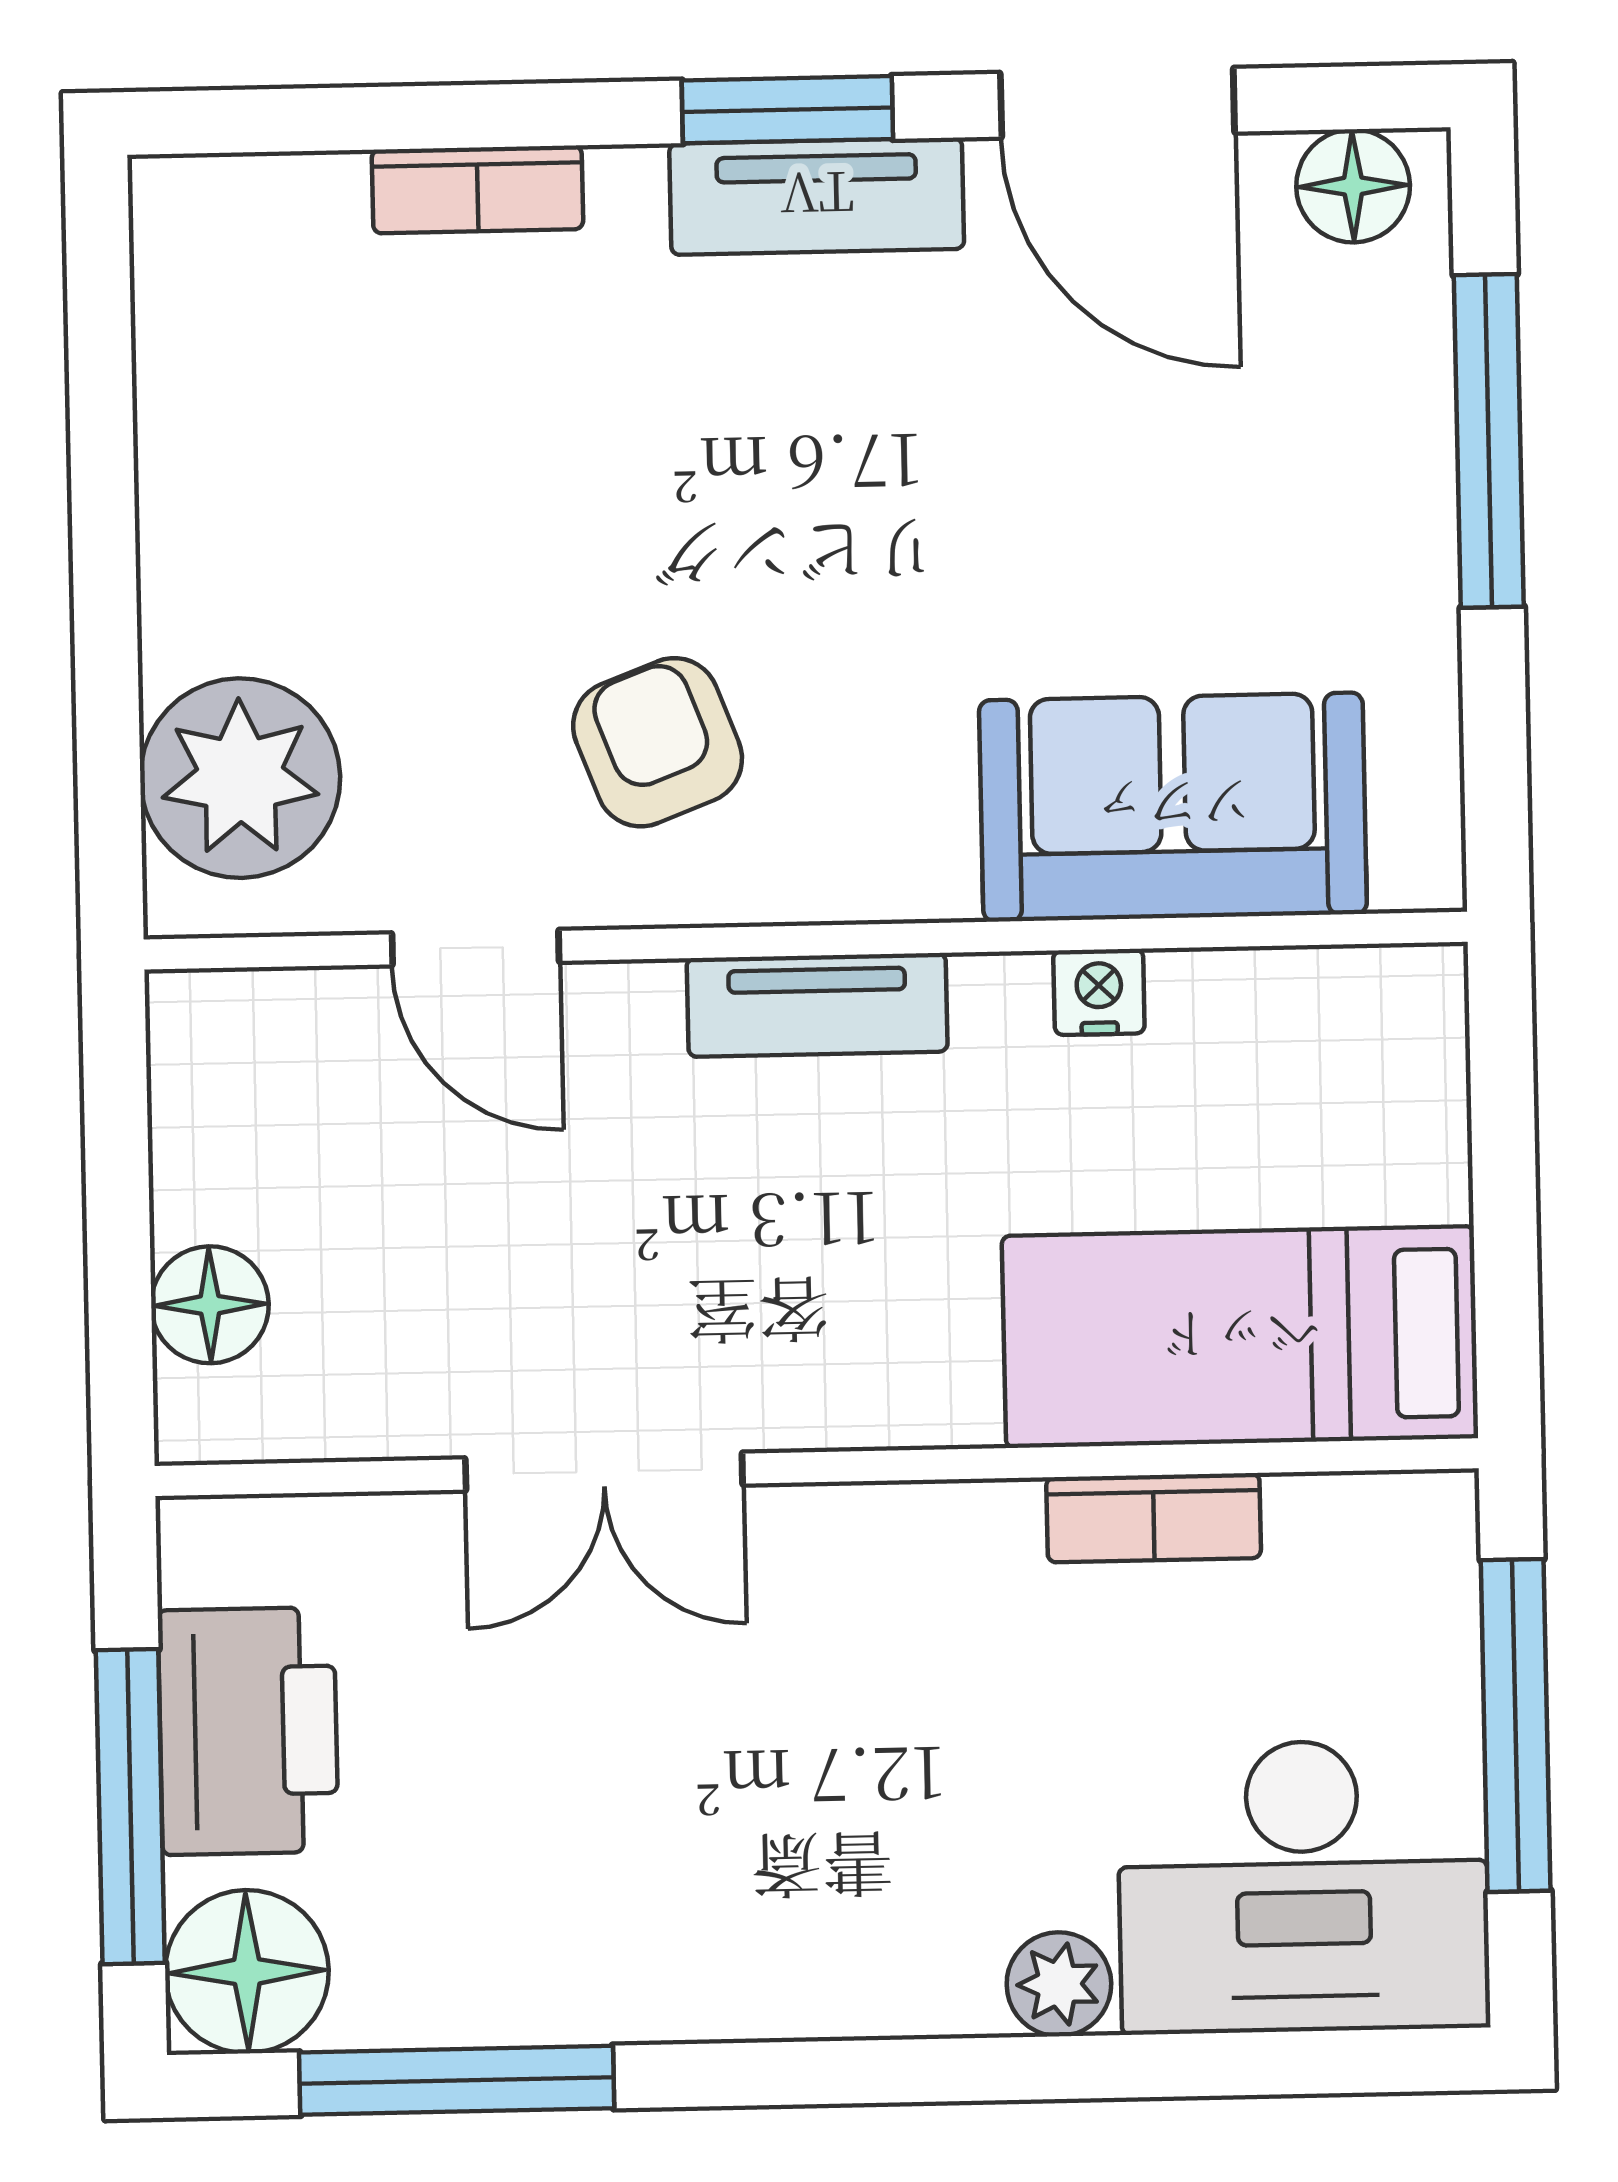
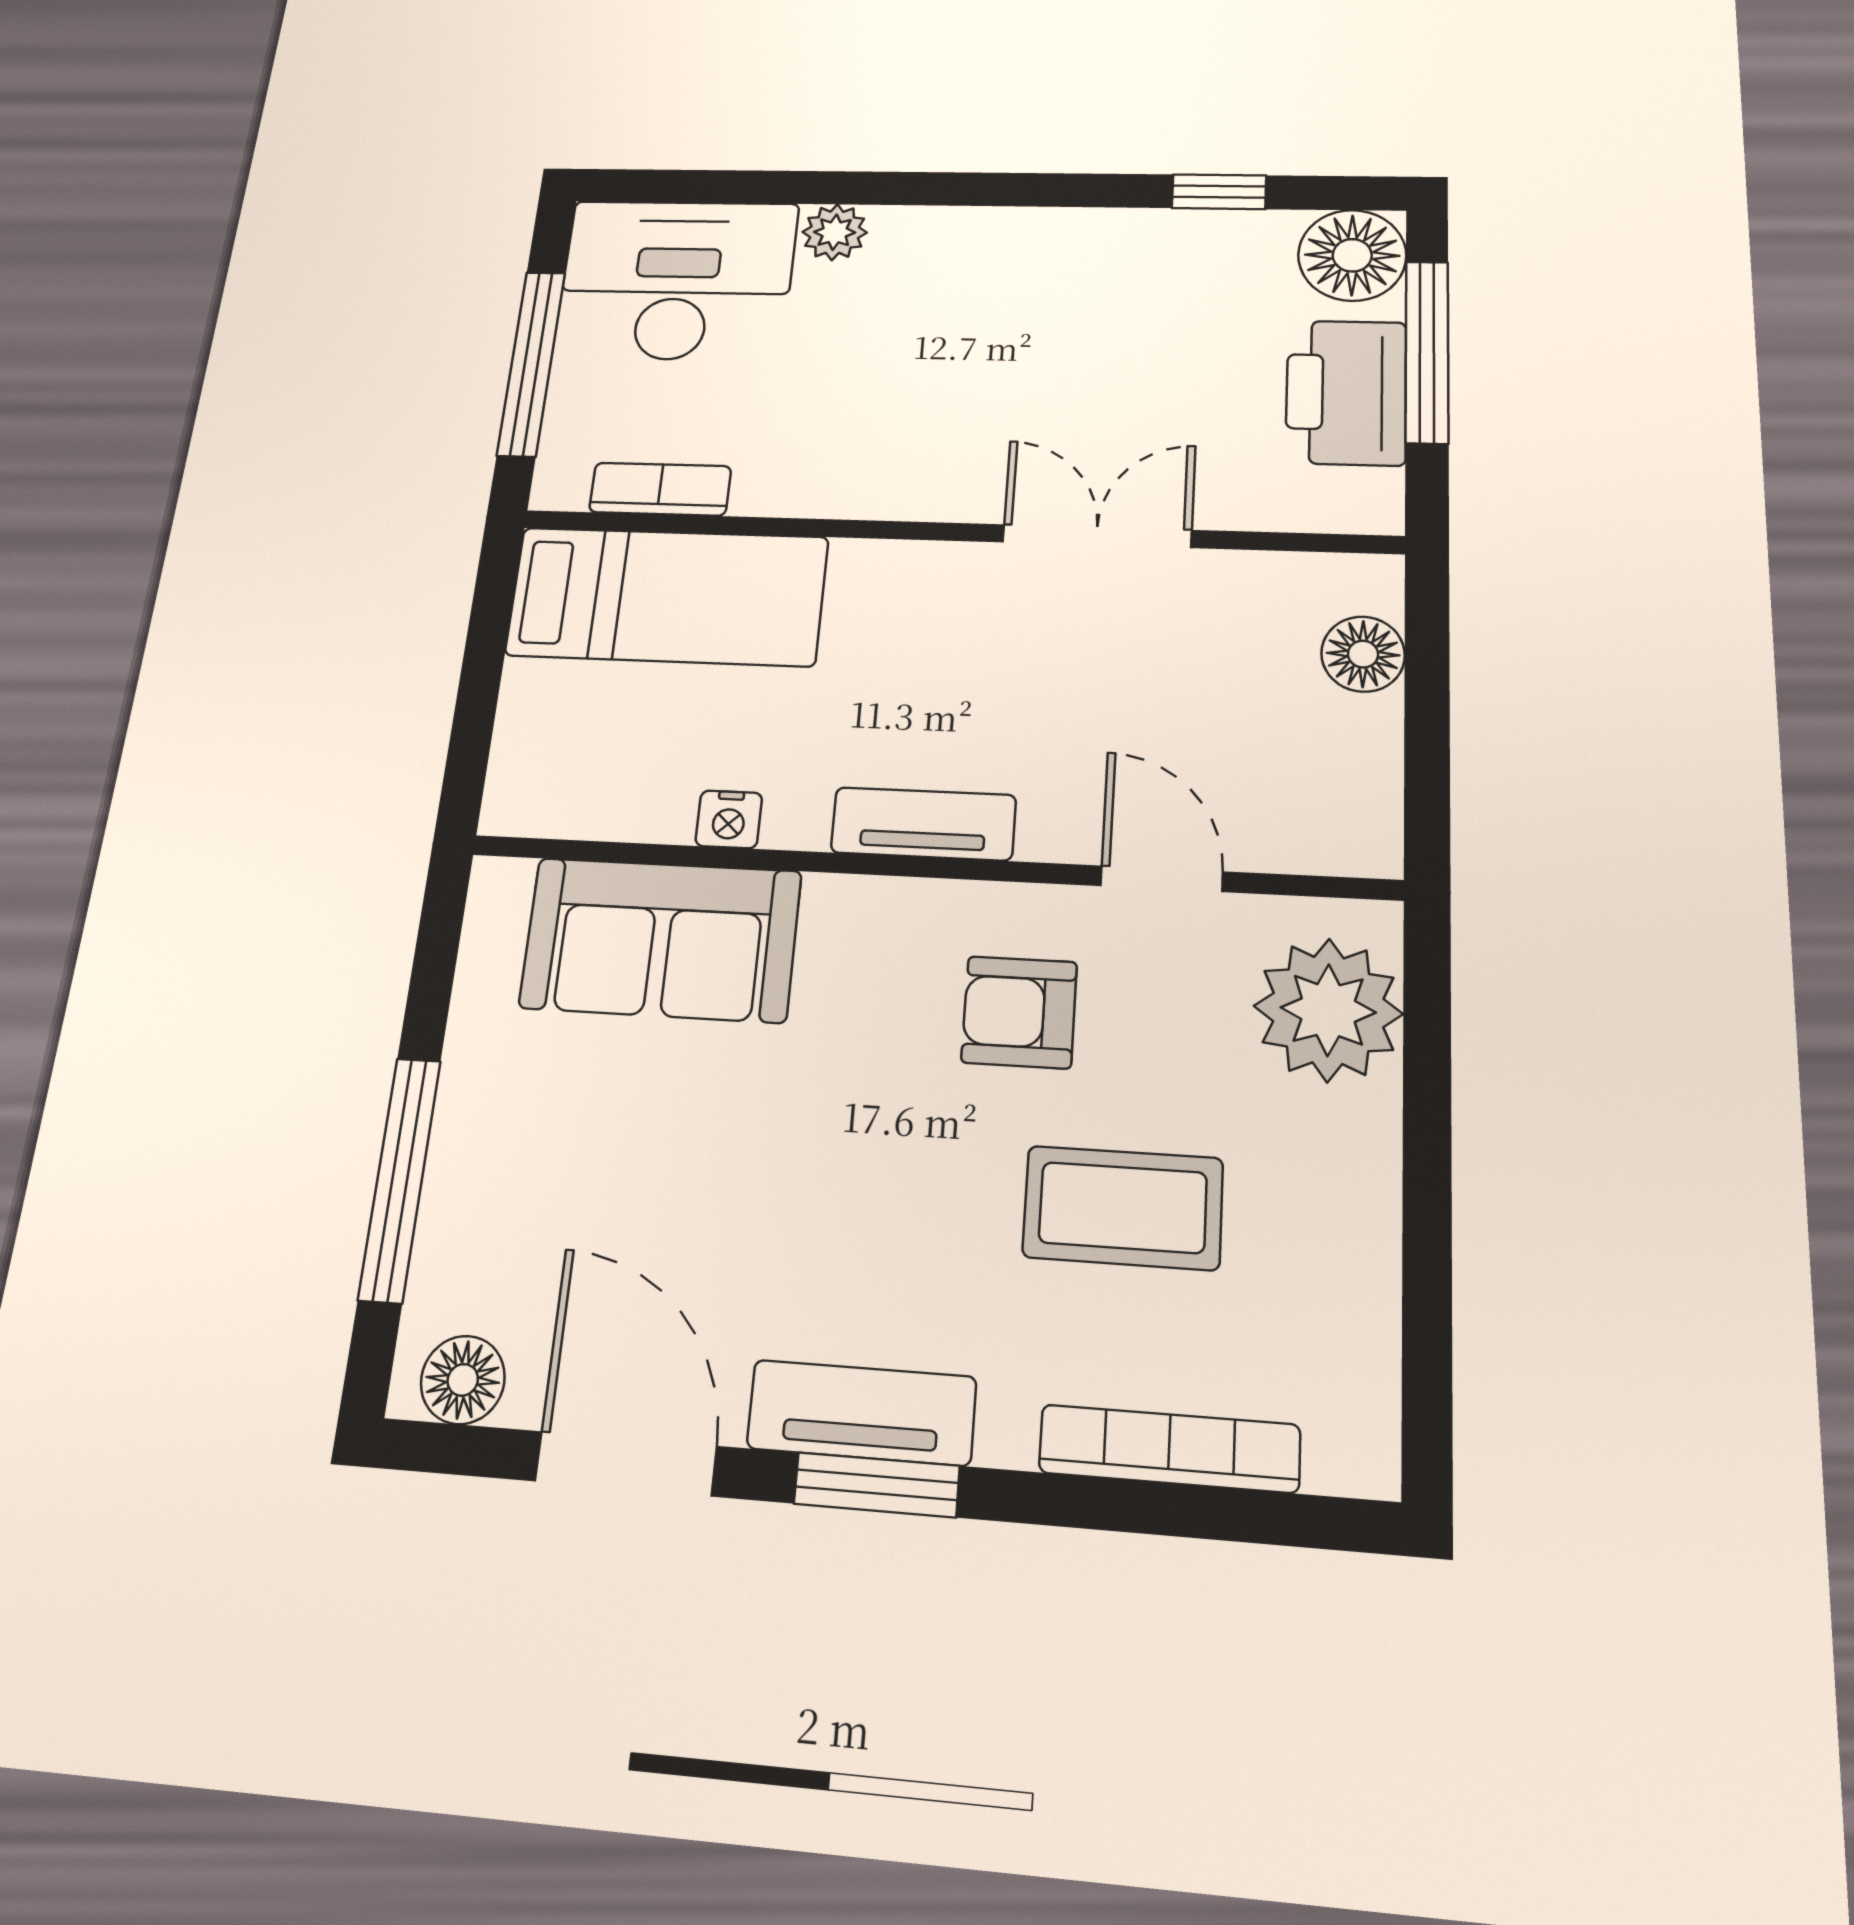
bookcase: (477, 189) -> (1169, 1449), width x1.56
coffee table: (498, 489) -> (1123, 1208), added
armchair: (658, 742) -> (1019, 1012), turned 111
bookcase: (1154, 1518) -> (660, 489), moved
window: (457, 2080) -> (1219, 192), width x0.46

